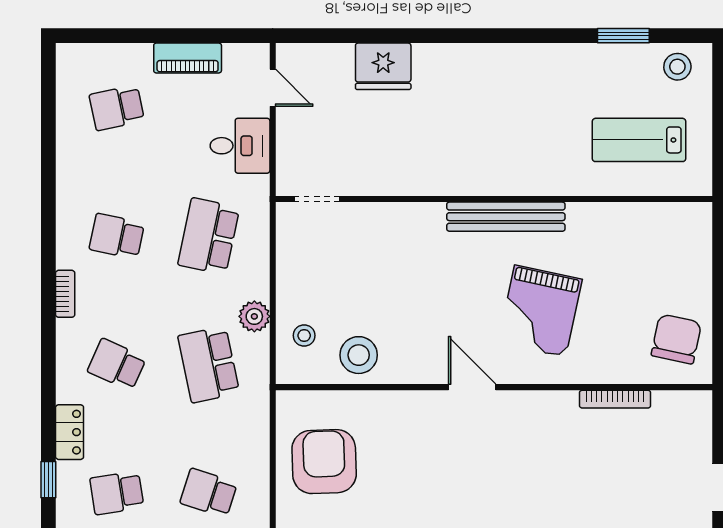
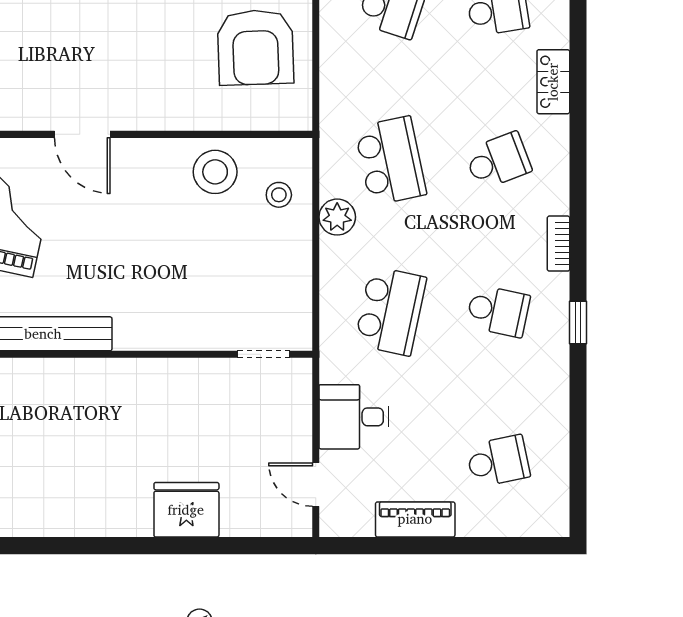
school desk: (117, 365) -> (498, 161), turned -45
window: (48, 480) -> (578, 322), moved

